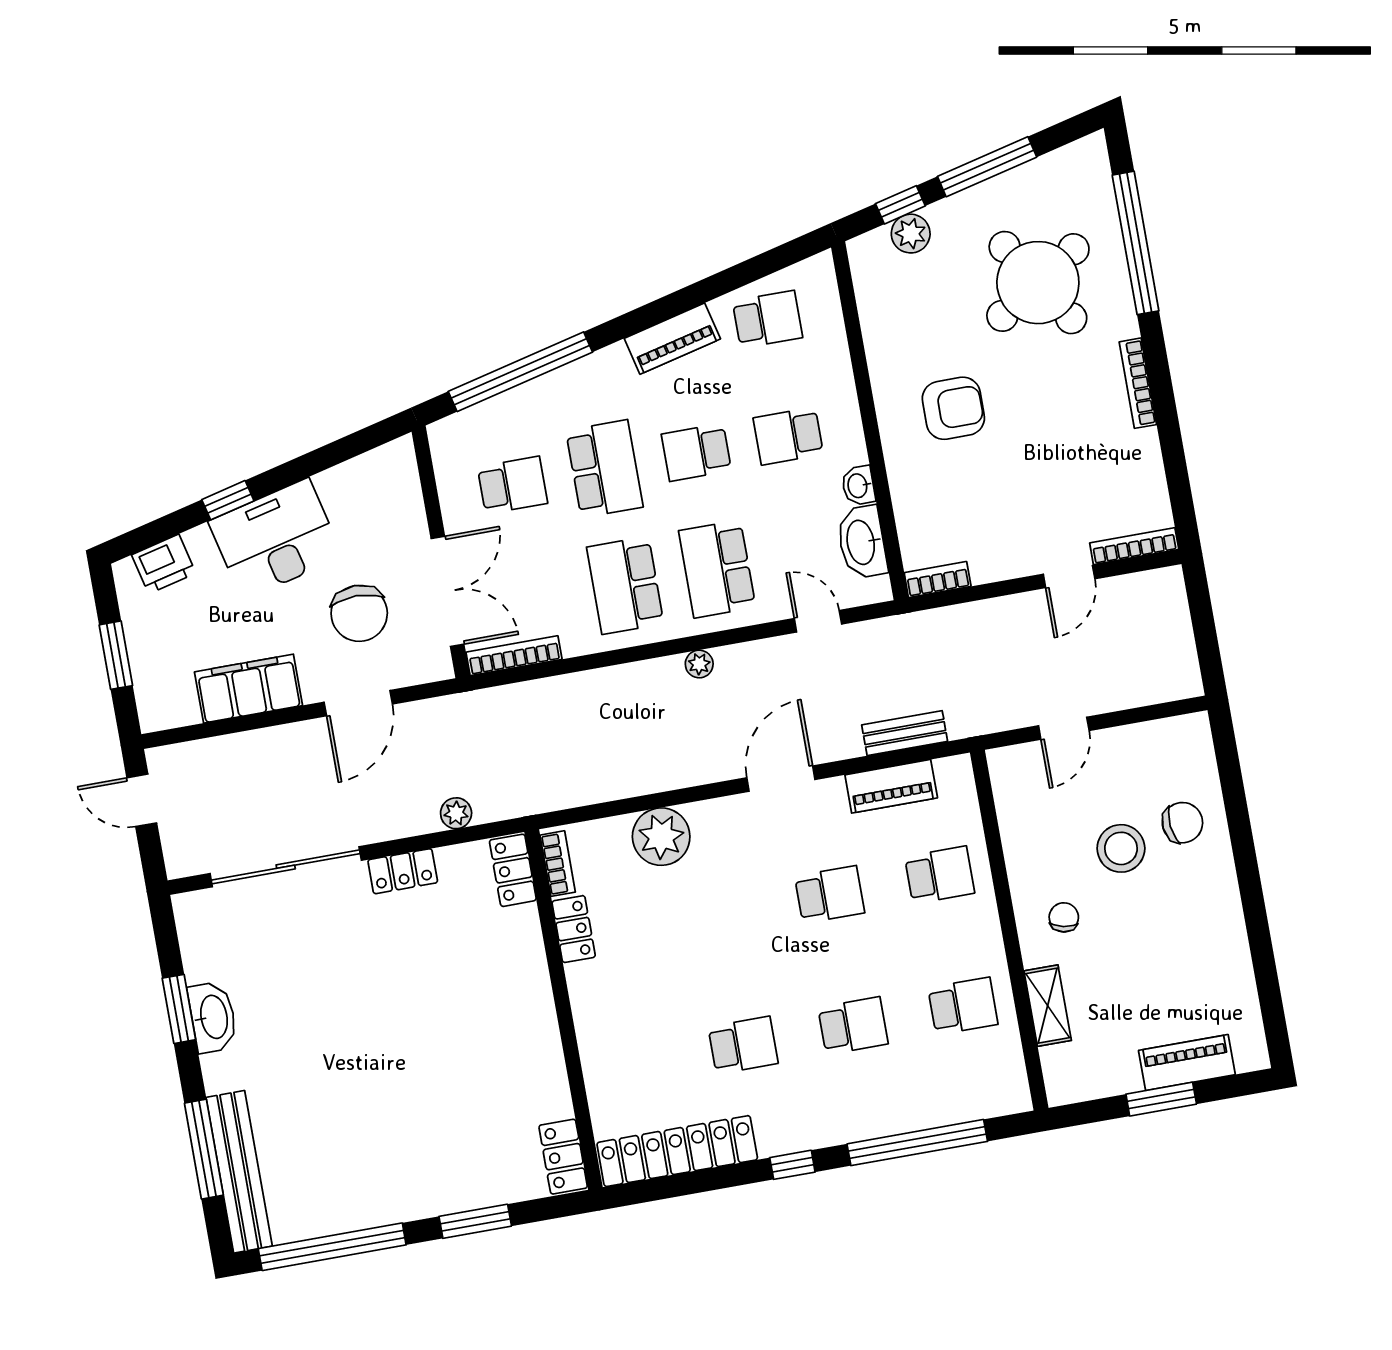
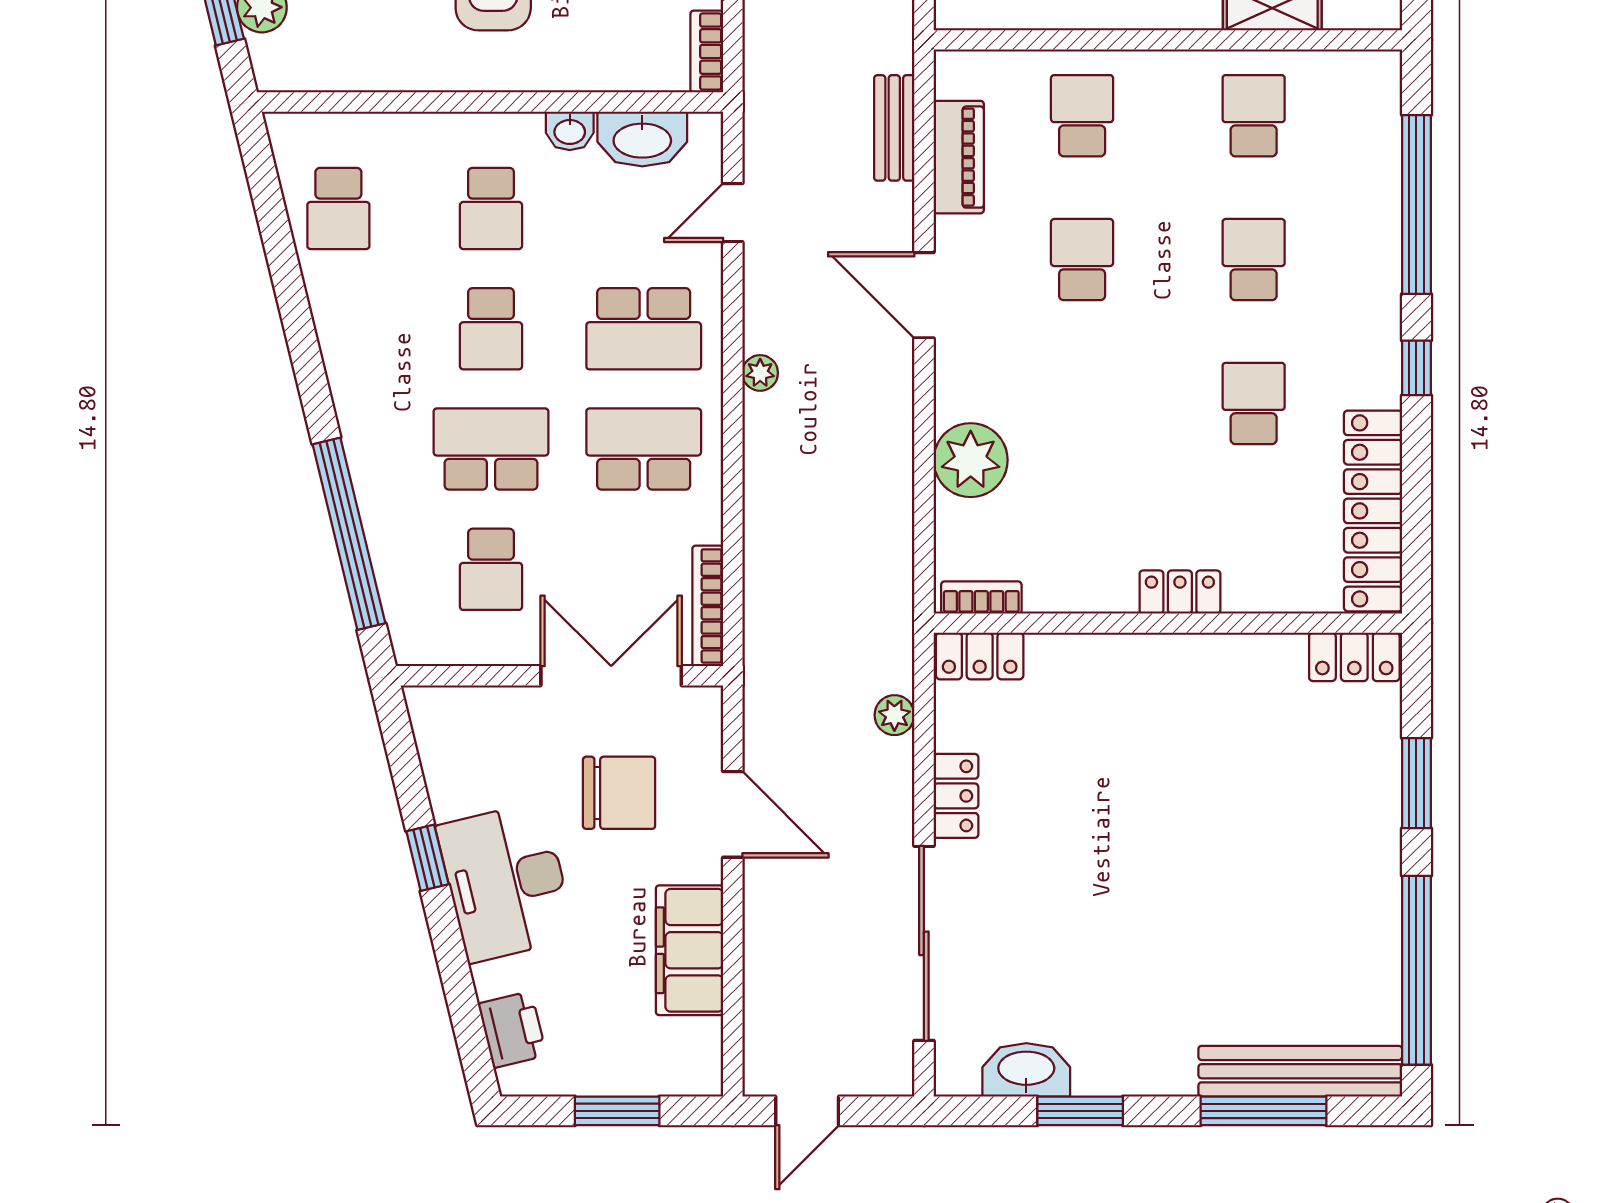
school desk: (768, 319) -> (338, 208), turned 180
piano: (672, 339) -> (341, 334), removed
school desk: (513, 485) -> (491, 569), turned 180
window: (228, 500) -> (427, 858), moved
school desk: (625, 585) -> (644, 449), turned 180
locker: (574, 929) -> (1180, 592), moved
washbasin: (213, 1017) -> (1026, 1070), moved

